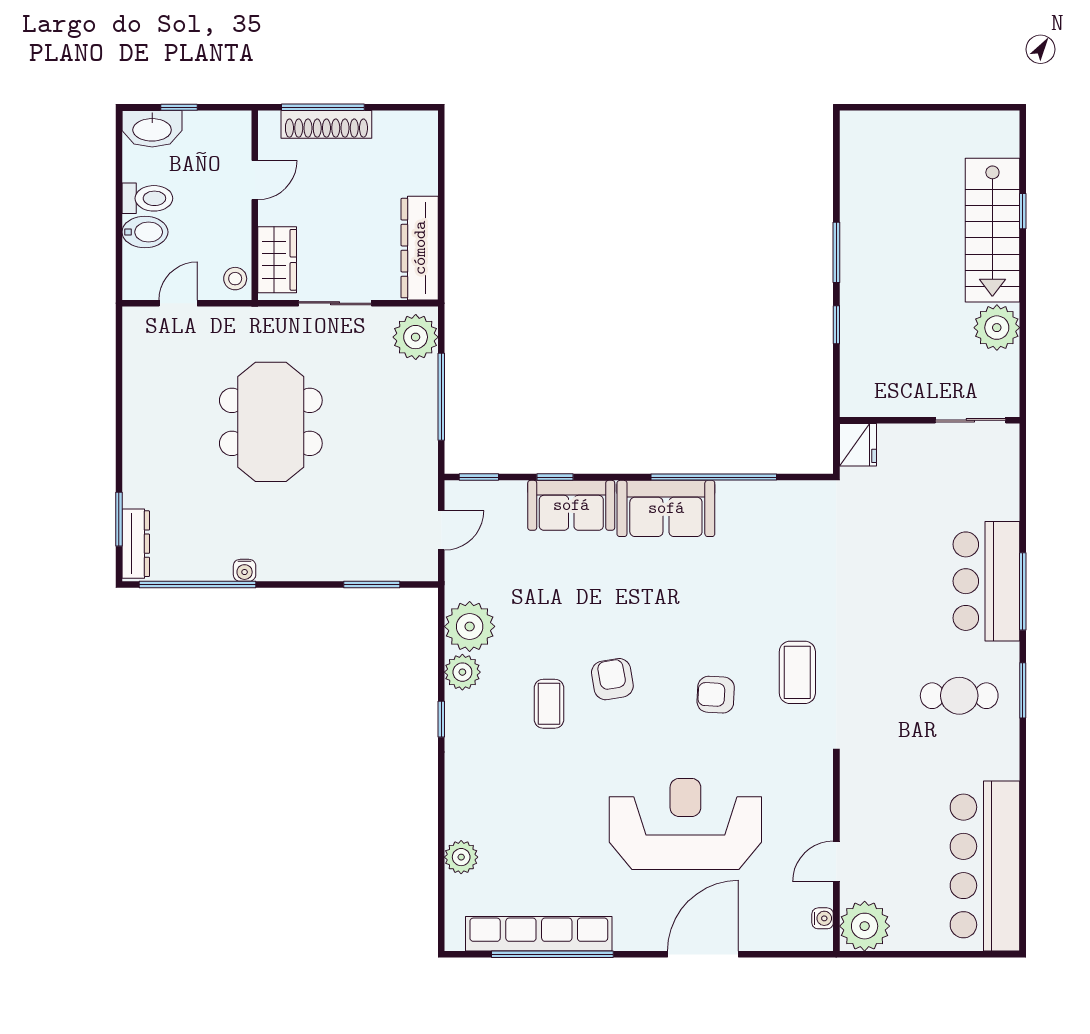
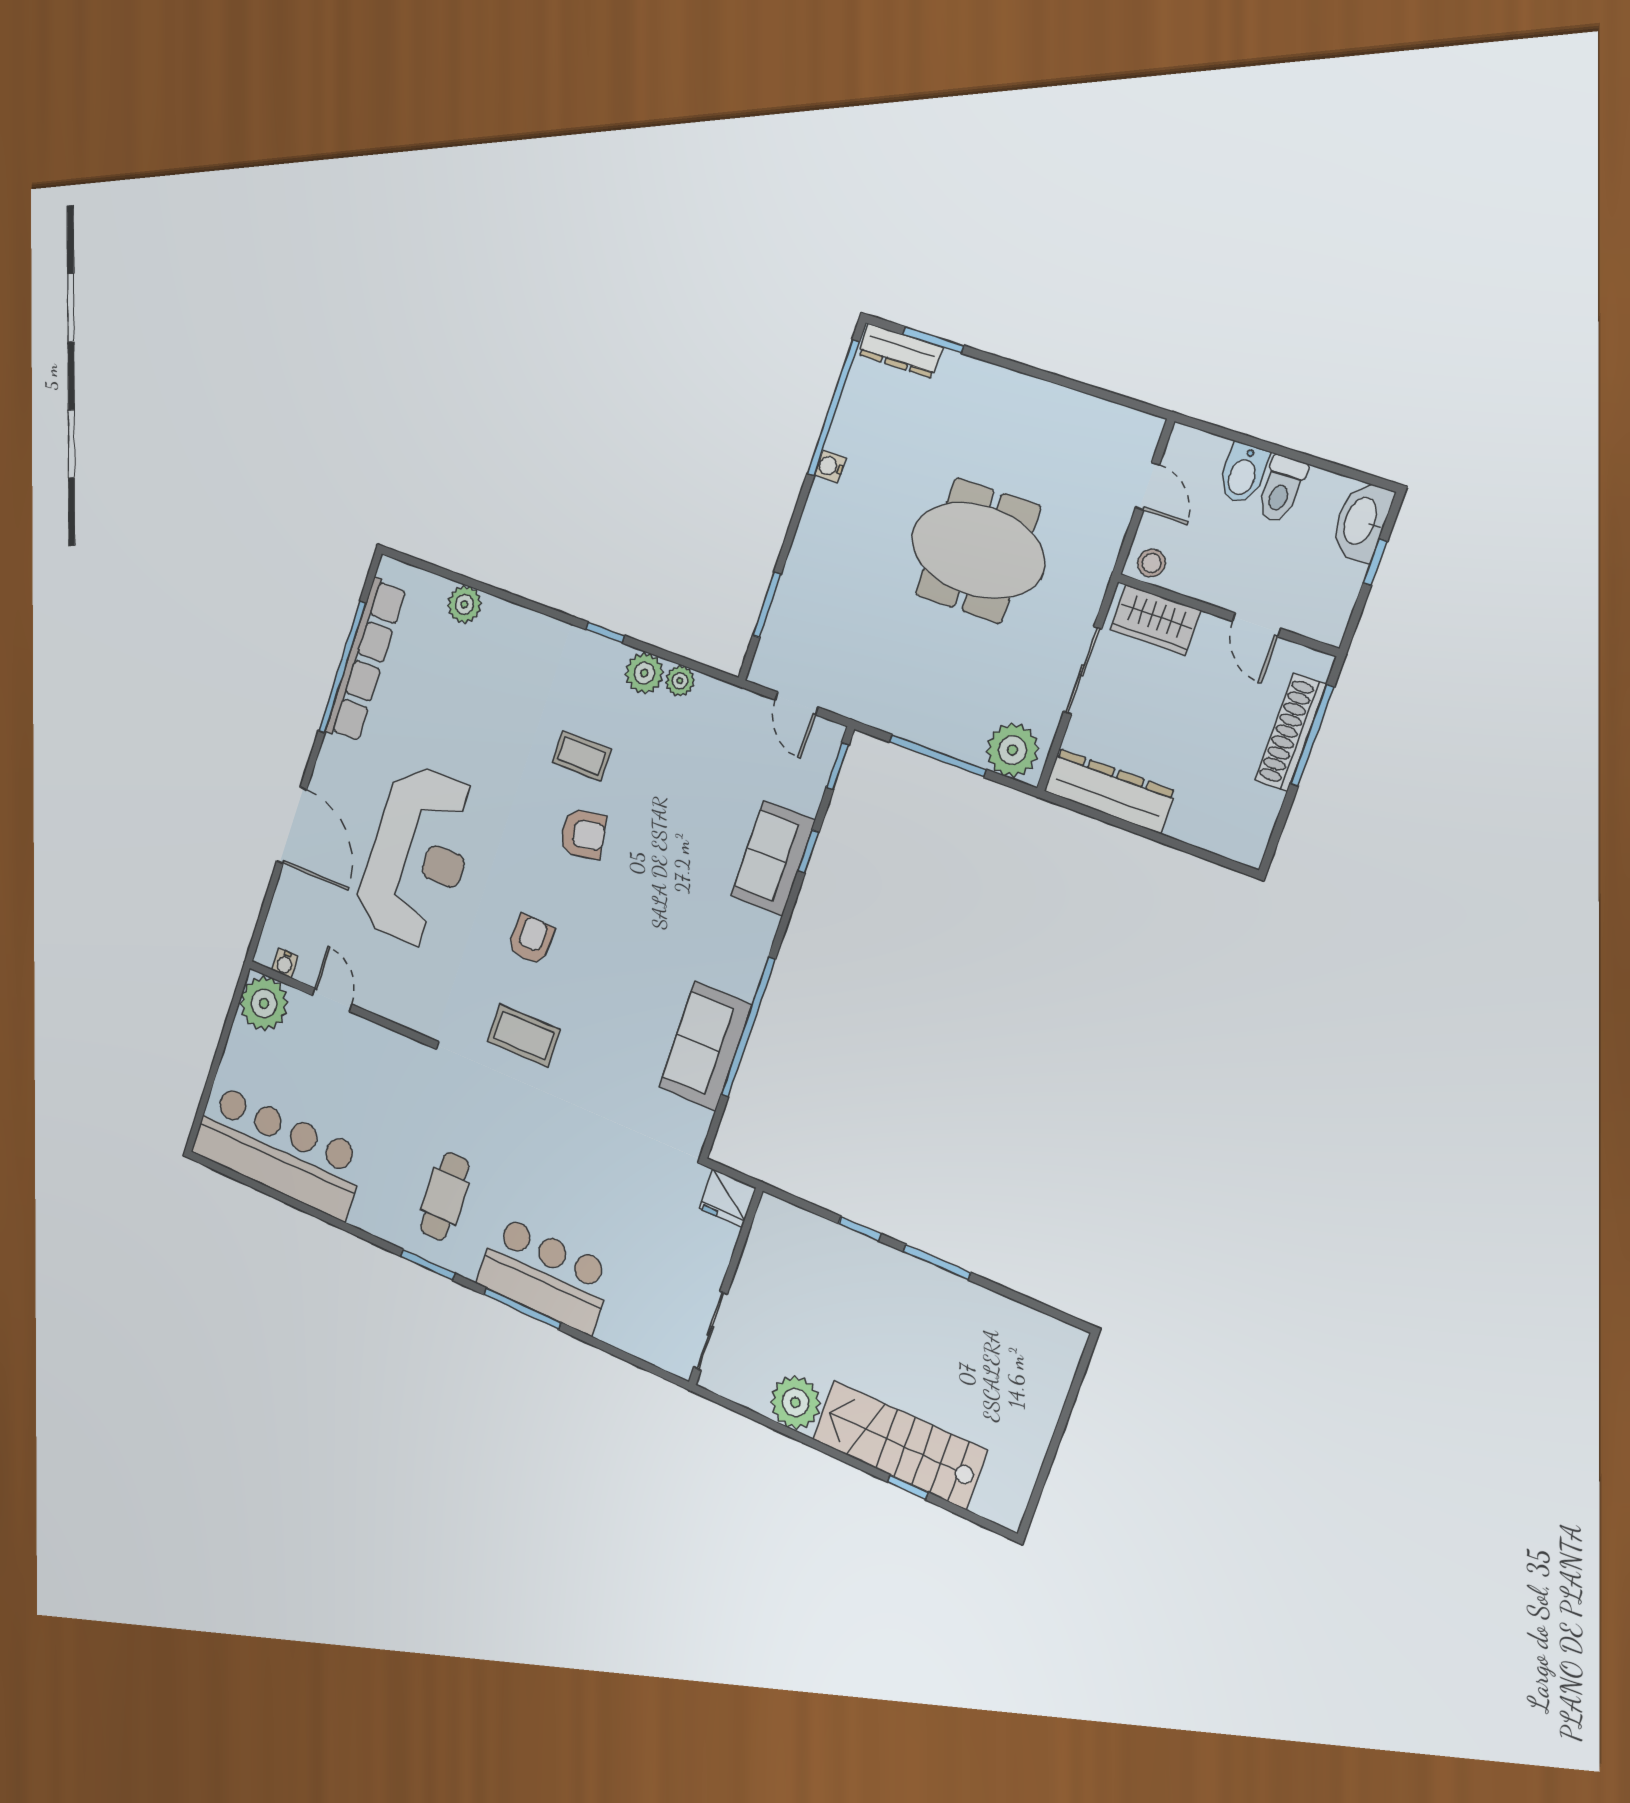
sofa: (666, 508) -> (705, 1046), moved
plant: (470, 626) -> (680, 681), width x0.53, depth x0.53

